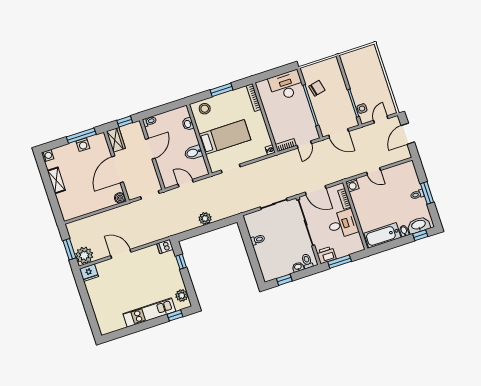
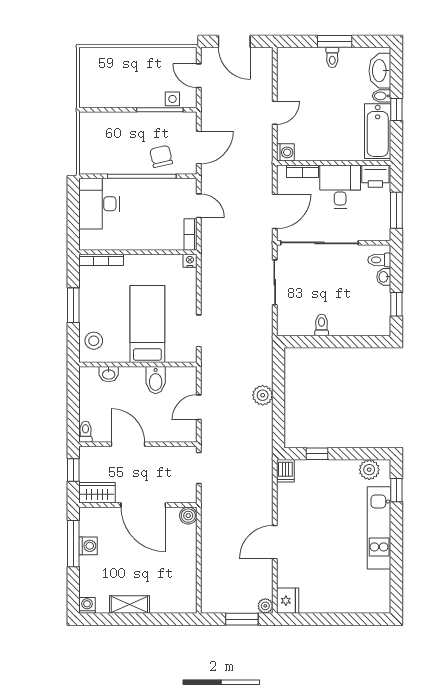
chair: (317, 88) -> (161, 156), moved
window: (420, 235) -> (396, 109), moved
plant: (84, 255) -> (265, 606), width x0.53, depth x0.53
printer: (326, 255) -> (375, 176), moved, turned -90

